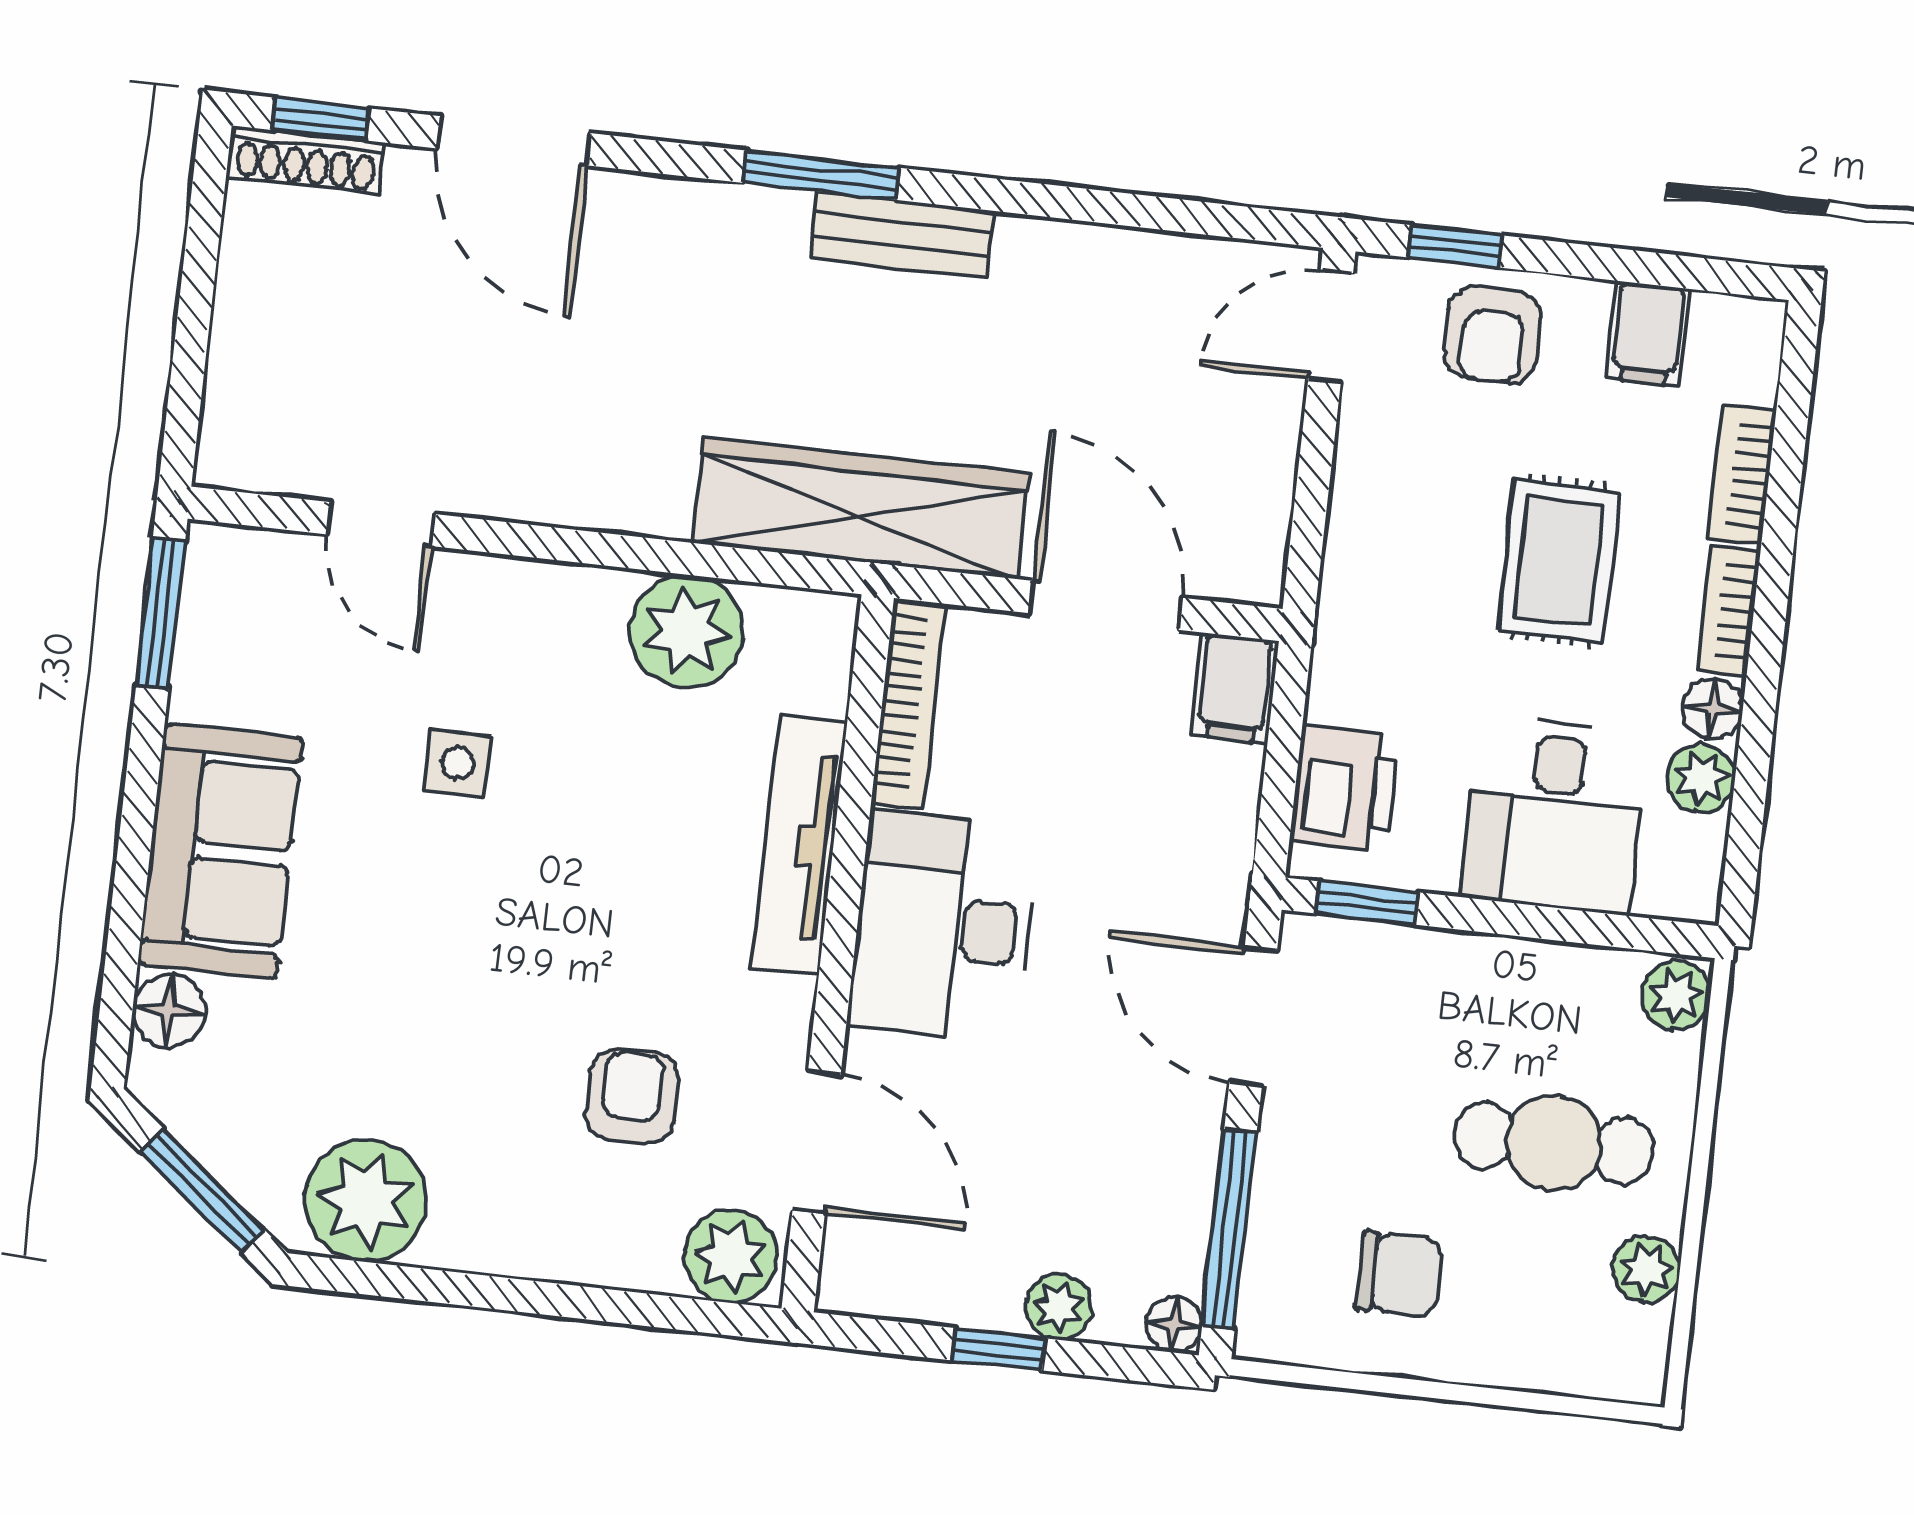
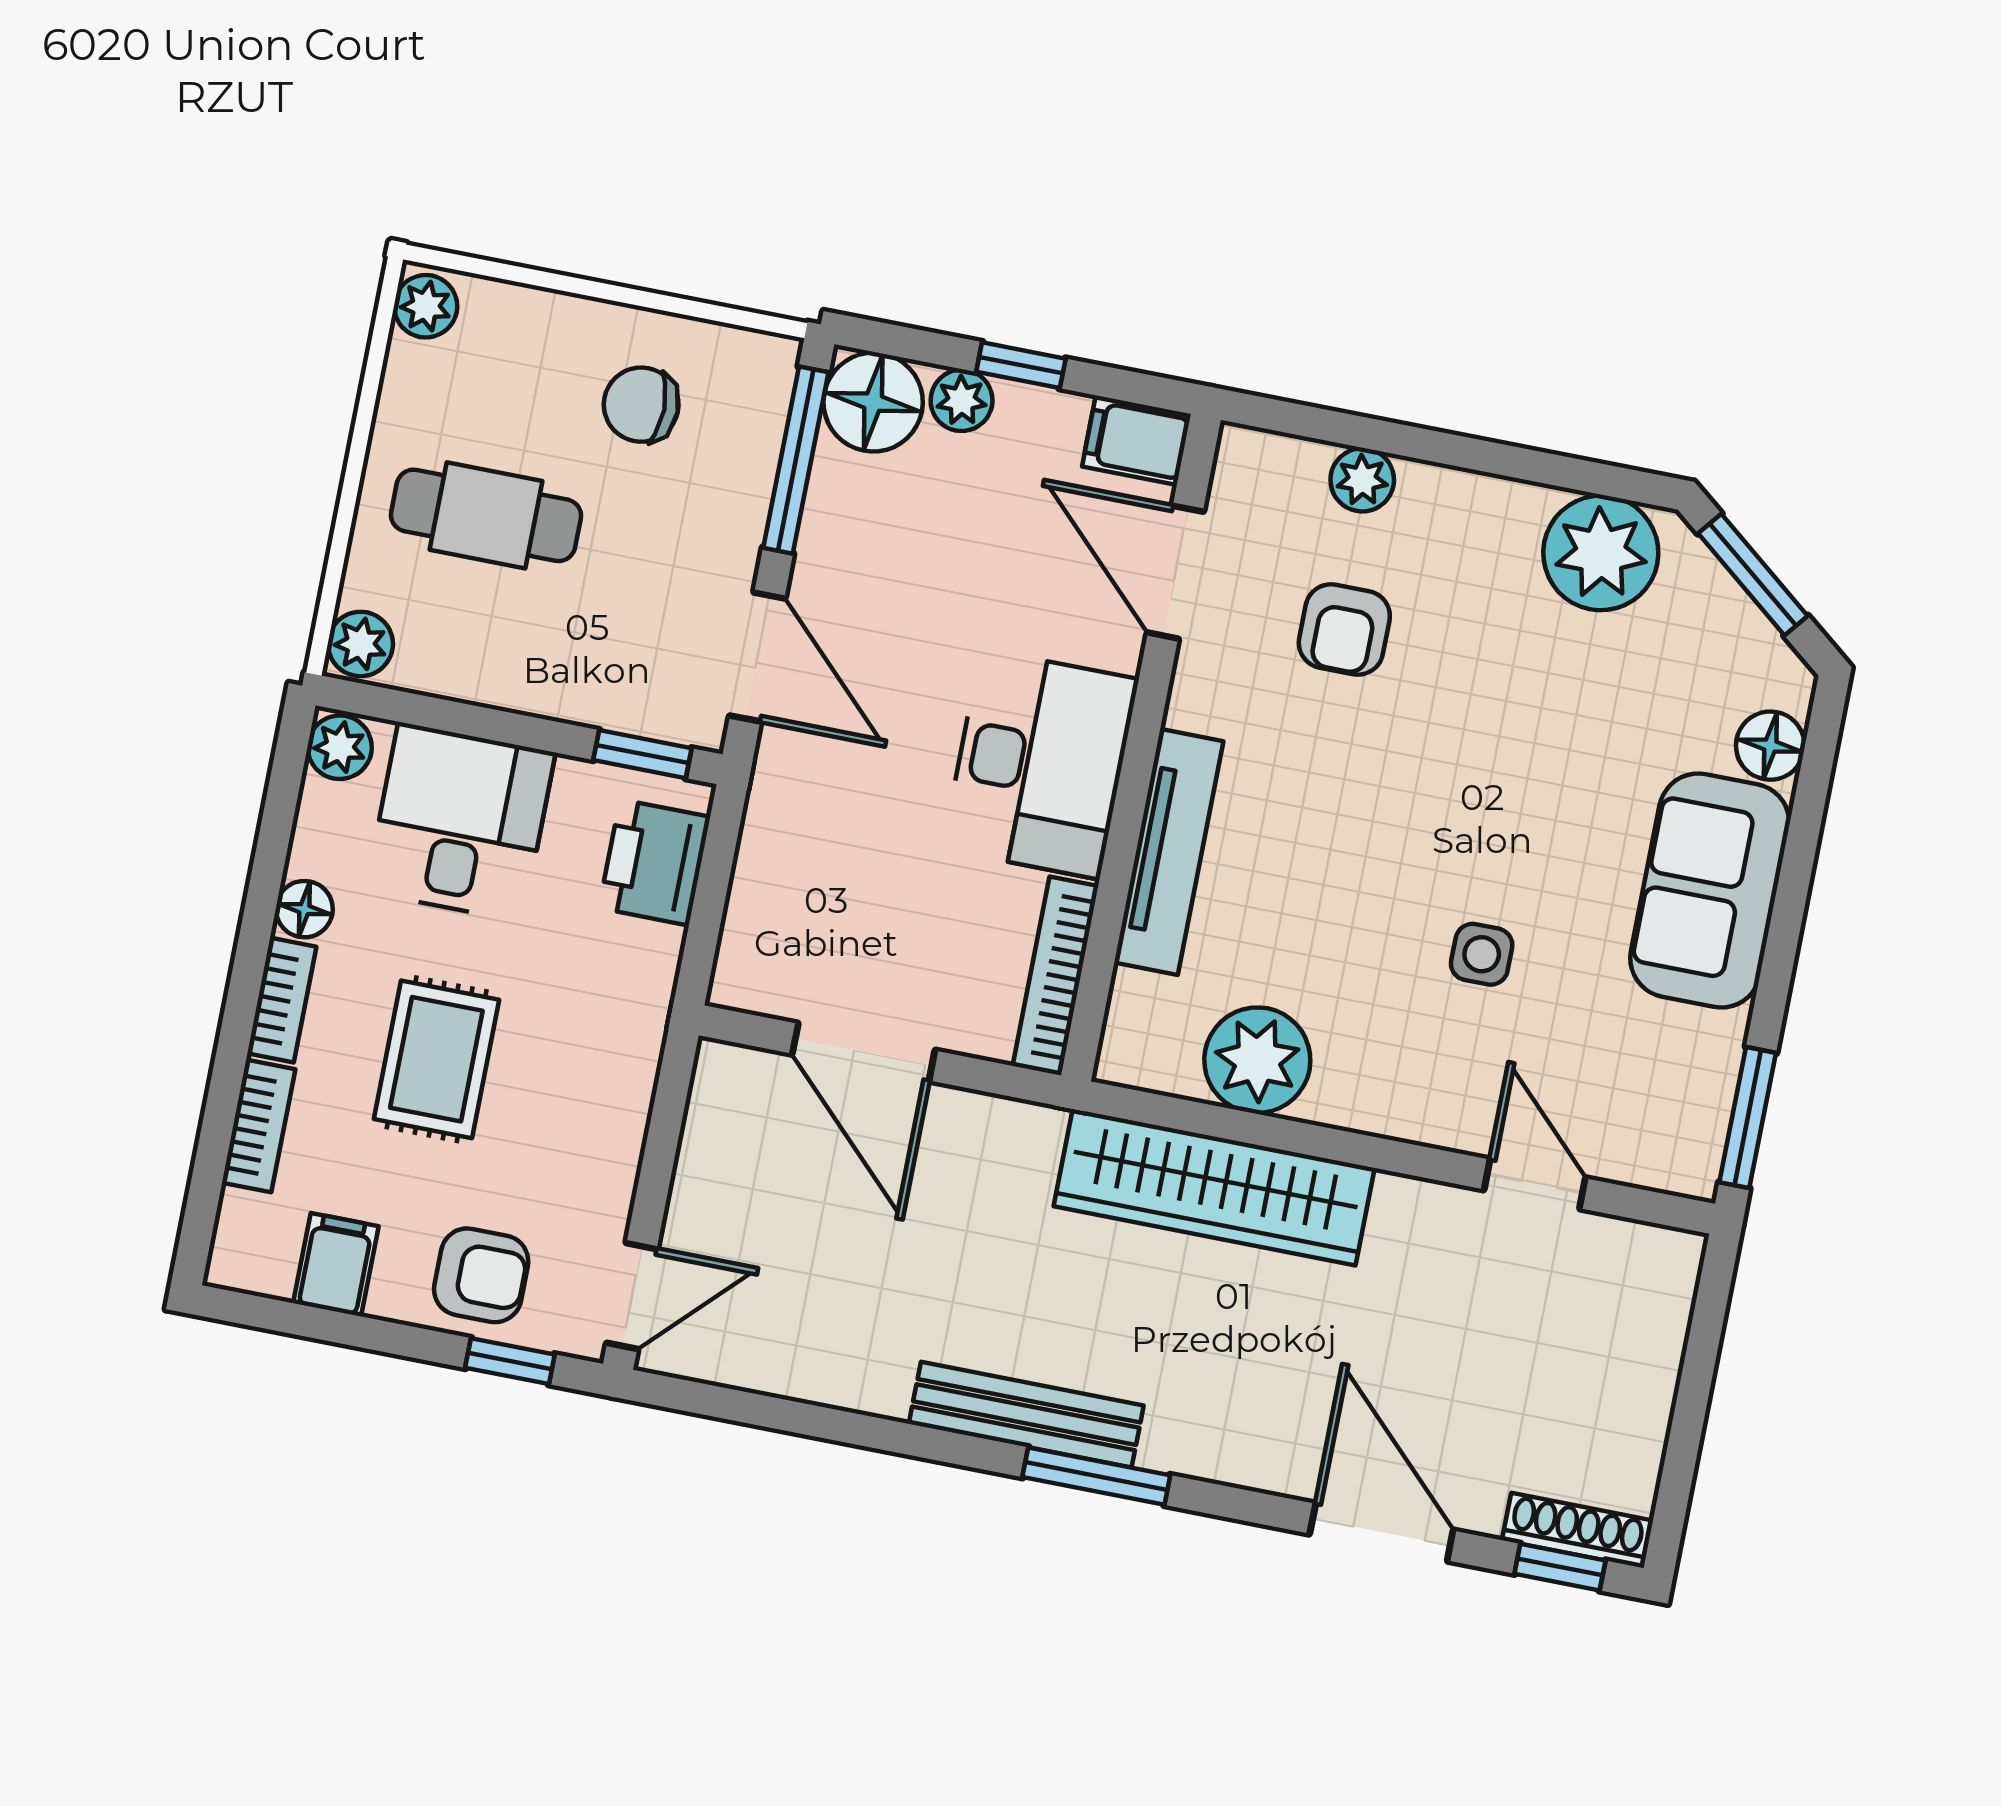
bench: (901, 235) -> (1026, 1415), width x1.36
armchair: (1493, 335) -> (481, 1275), turned 90
wardrobe: (861, 508) -> (1214, 1187), moved
filing cabinet: (1235, 688) -> (1136, 440), moved, turned -90
plant: (1701, 779) -> (340, 747), moved
plant: (731, 1256) -> (1362, 480), moved, width x0.73, depth x0.73
plant: (1646, 1269) -> (426, 306), moved
floor lamp: (1174, 1325) -> (873, 402), width x1.89, depth x1.89

